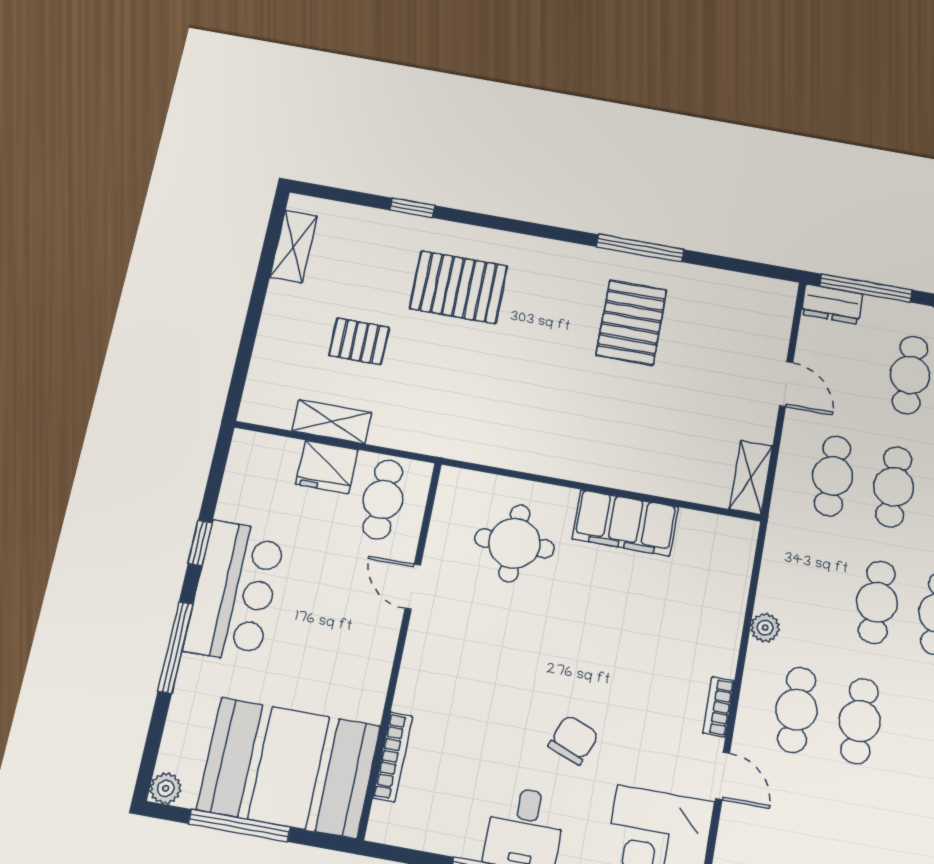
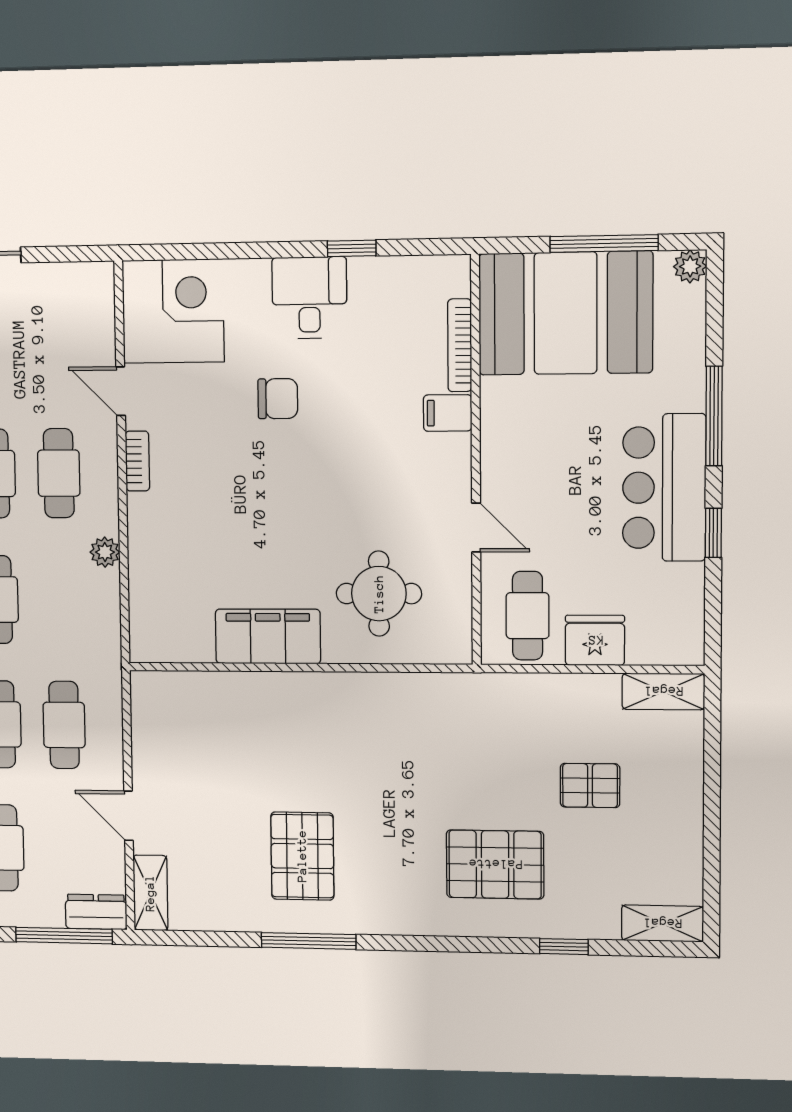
shelving: (294, 247) -> (662, 923), moved, turned 90
shelving: (332, 422) -> (663, 691), moved
shelving: (751, 477) -> (150, 893), moved
filing cabinet: (417, 696) -> (448, 413), added
chair: (573, 740) -> (278, 399), turned -112

